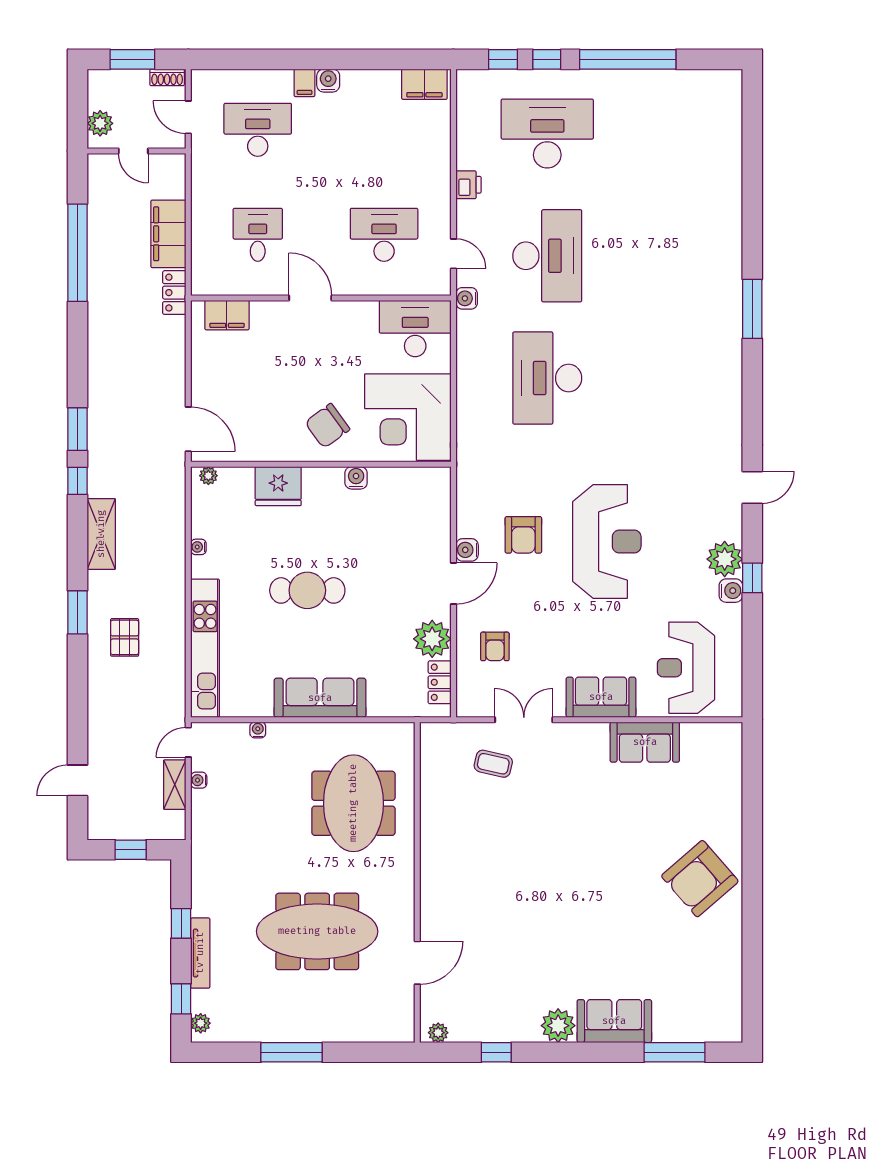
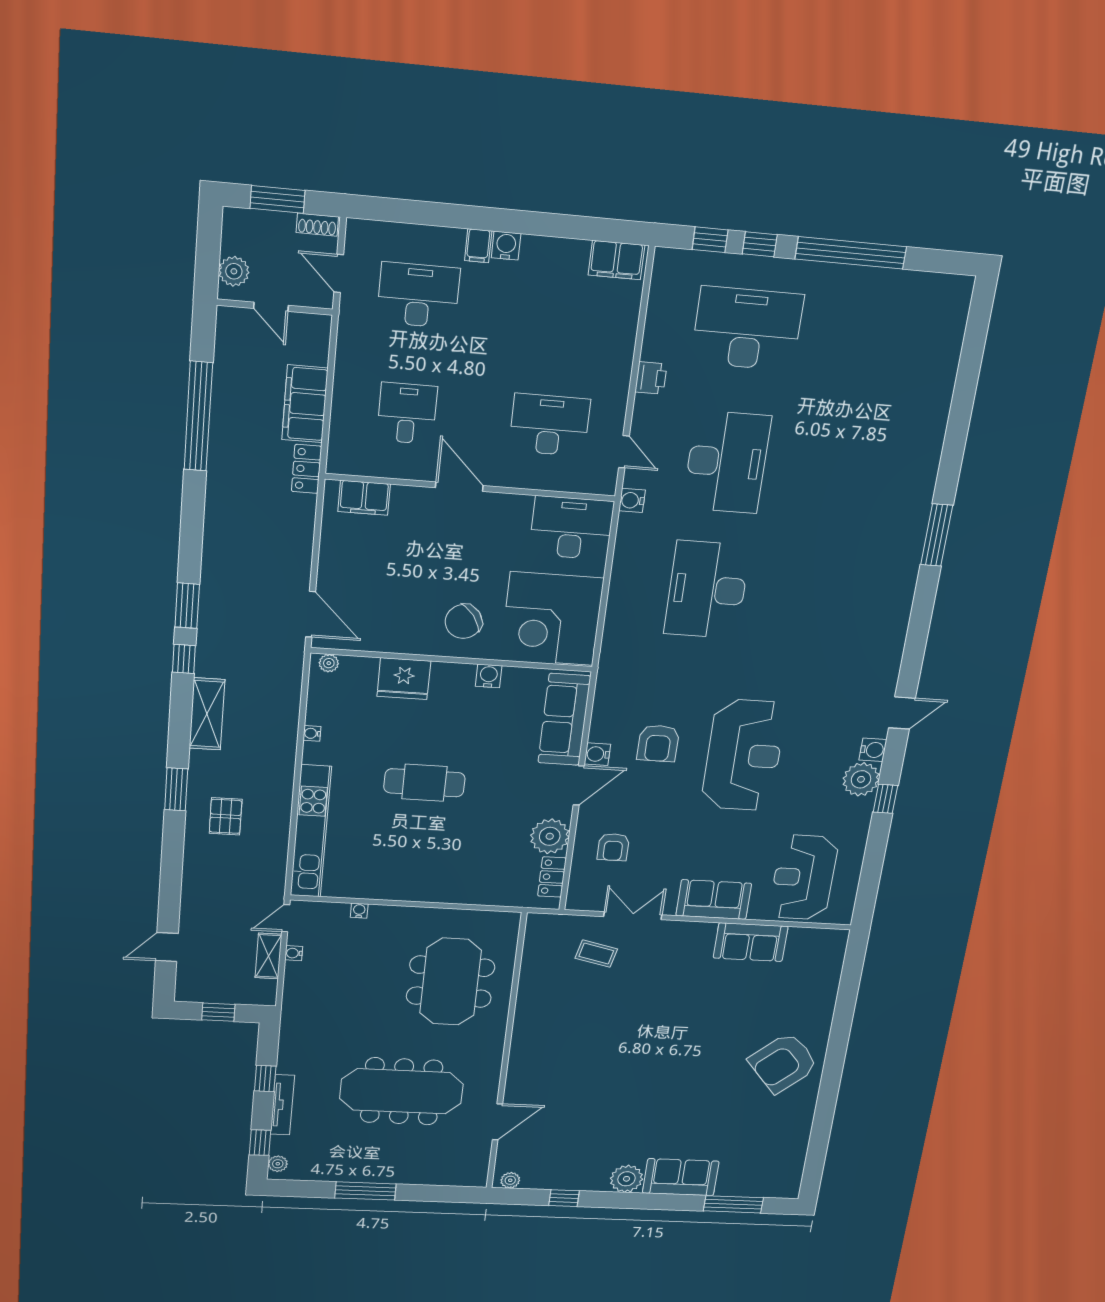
water cooler: (731, 591) -> (873, 750), moved
sofa: (320, 698) -> (564, 719), moved, turned -90

